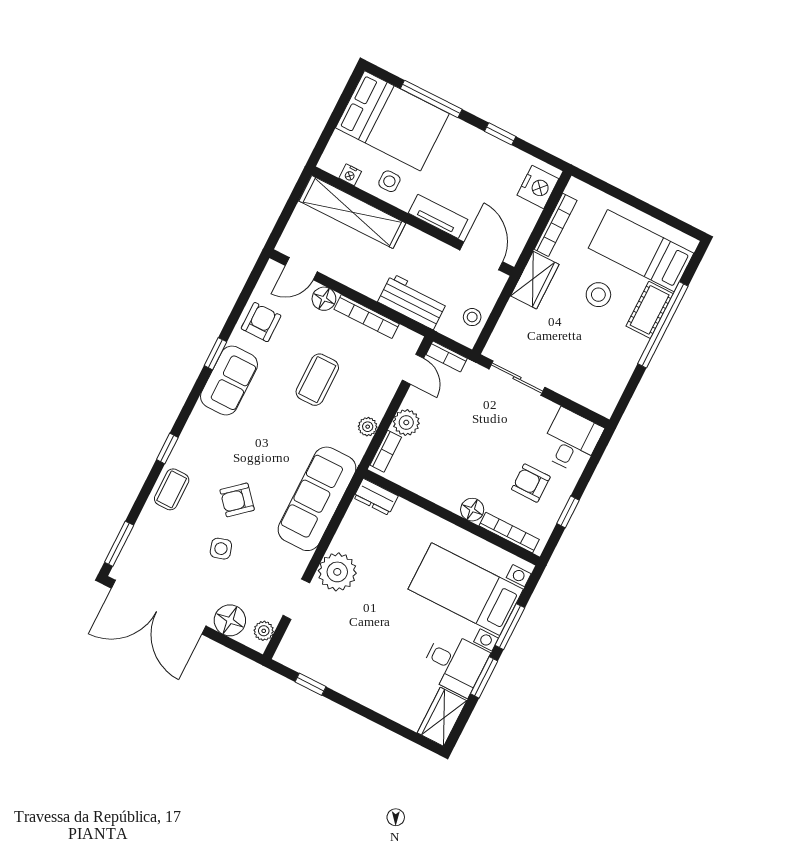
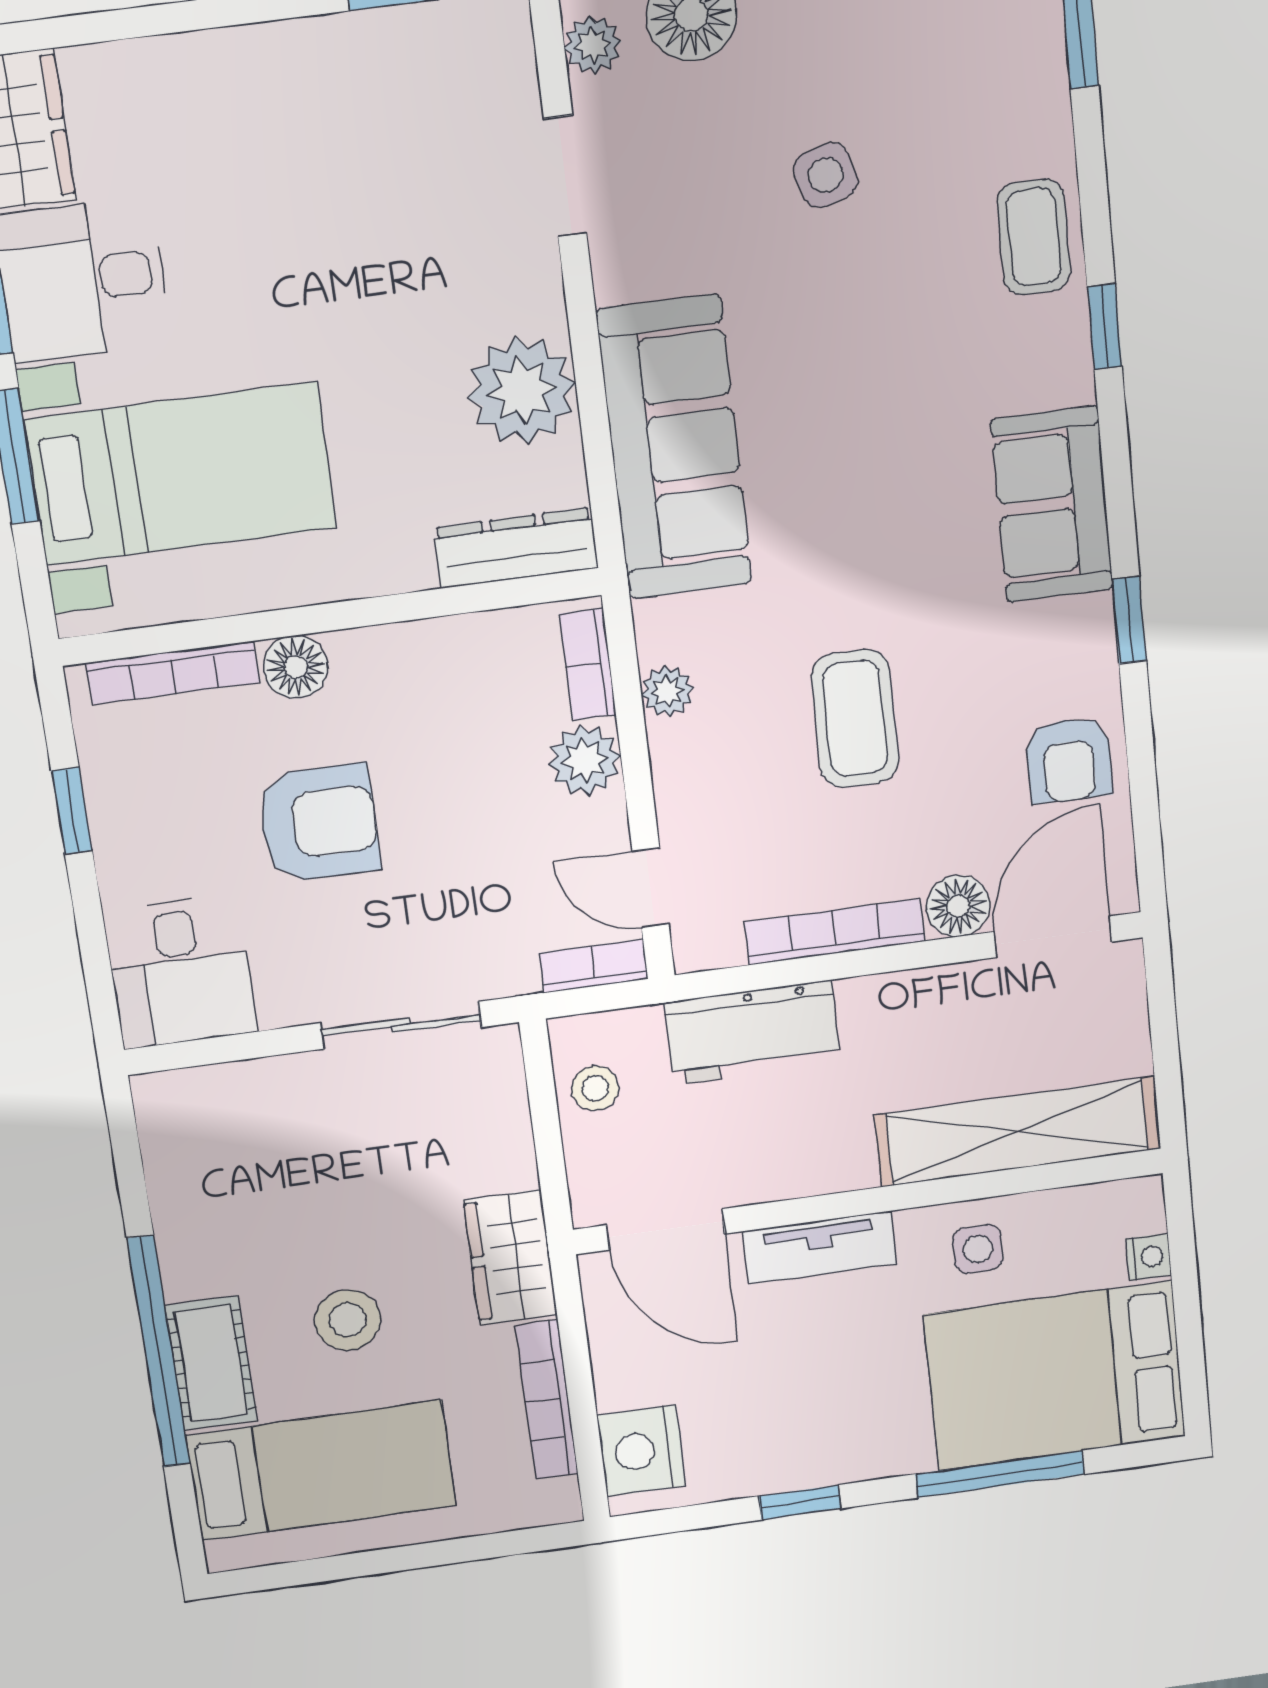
nightstand: (350, 175) -> (1148, 1257), moved, turned 90
door: (301, 269) -> (1053, 937), width x1.38
sofa: (229, 380) -> (1052, 504), moved
armchair: (531, 483) -> (319, 823), moved, width x1.38, depth x1.38
dresser: (376, 497) -> (516, 548), width x1.44
armchair: (237, 500) -> (862, 317), removed
plant: (337, 572) -> (522, 391), moved

